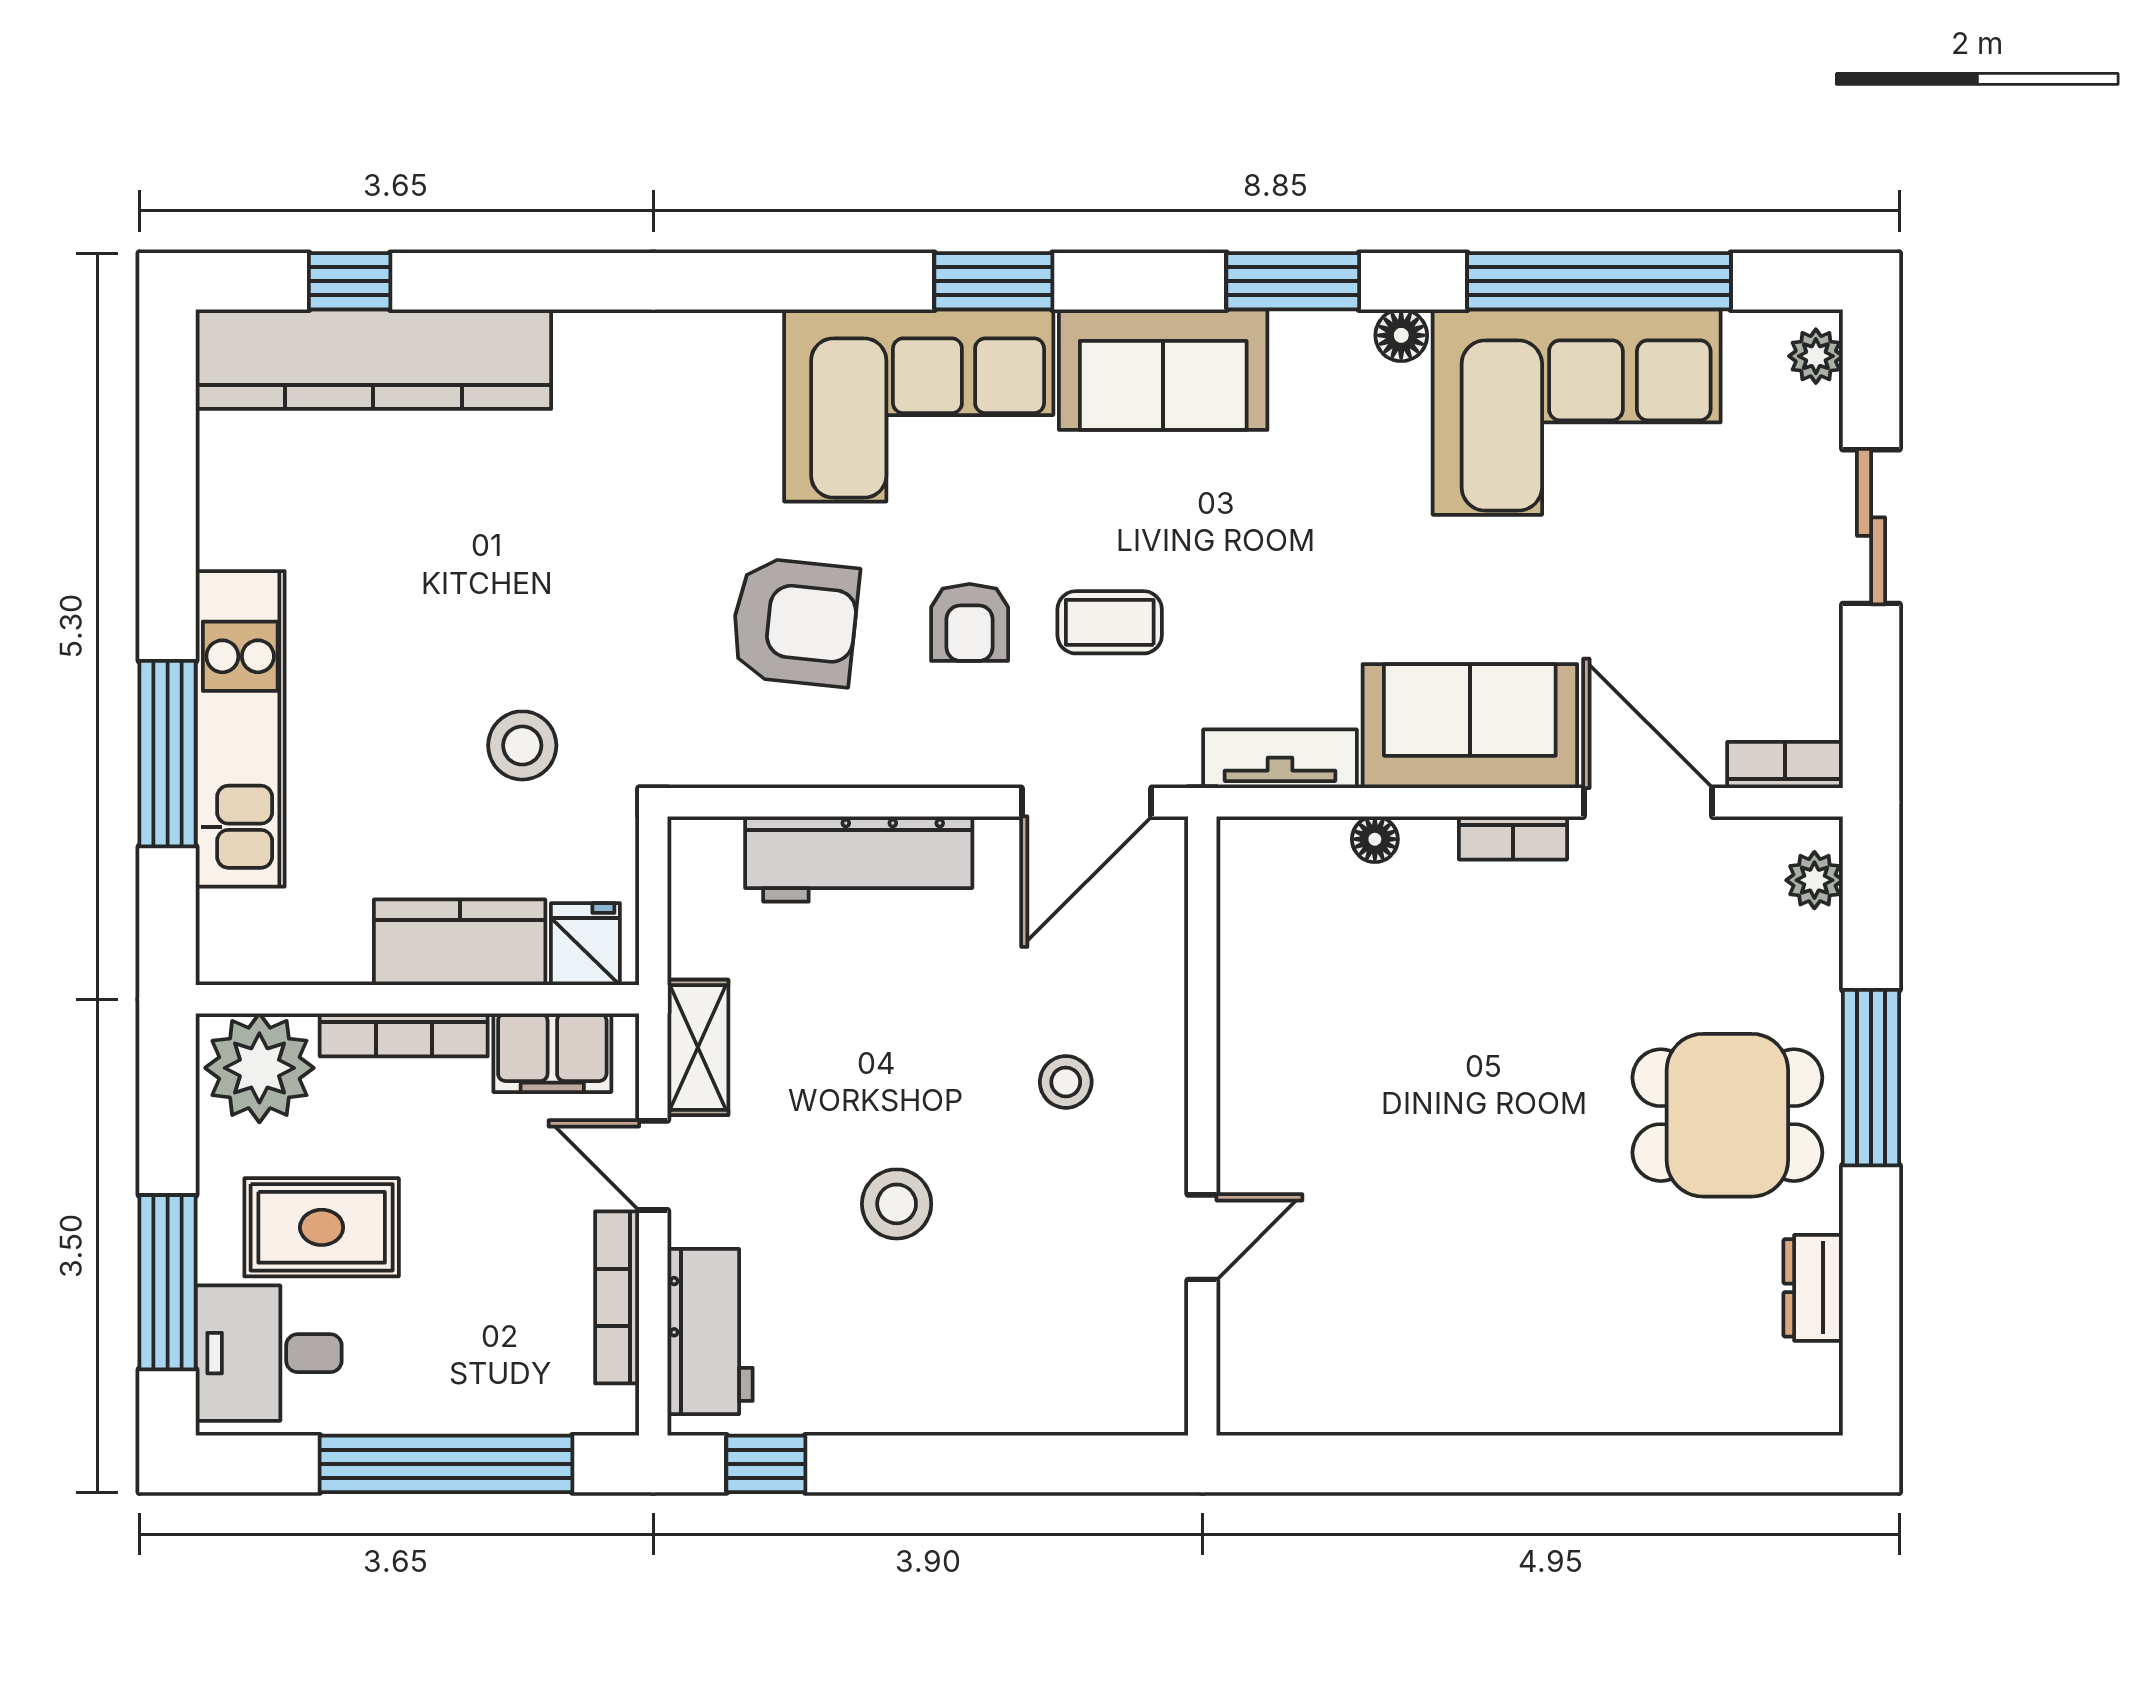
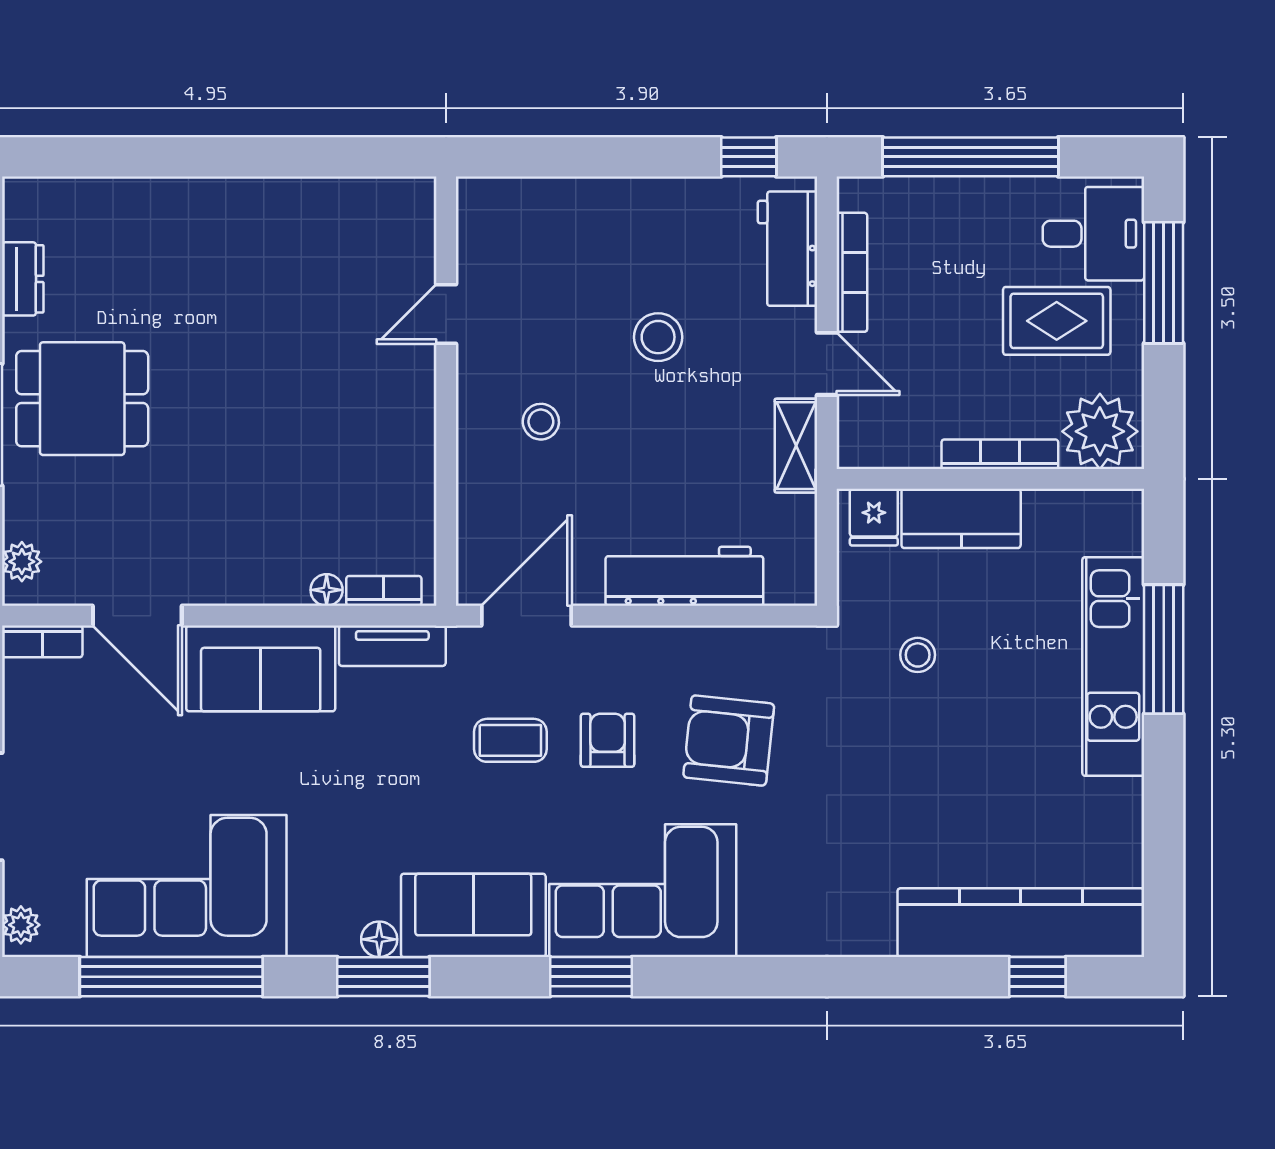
floor lamp: (1401, 335) -> (379, 939), moved
stool: (522, 745) -> (918, 655), width x0.73, depth x0.73
bookcase: (1513, 838) -> (384, 591), moved
filing cabinet: (552, 1053) -> (897, 442), removed

